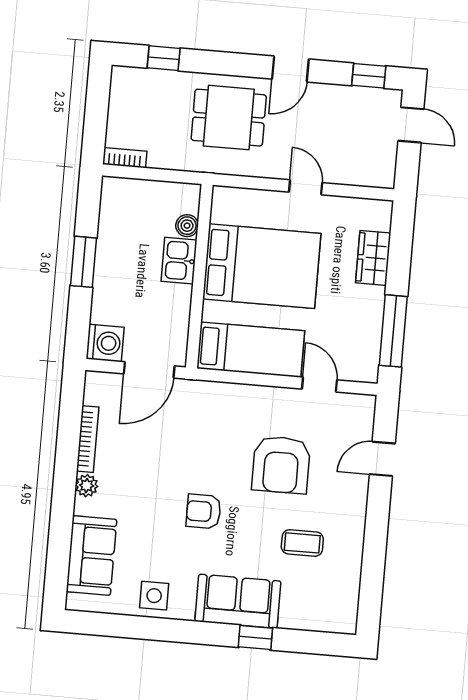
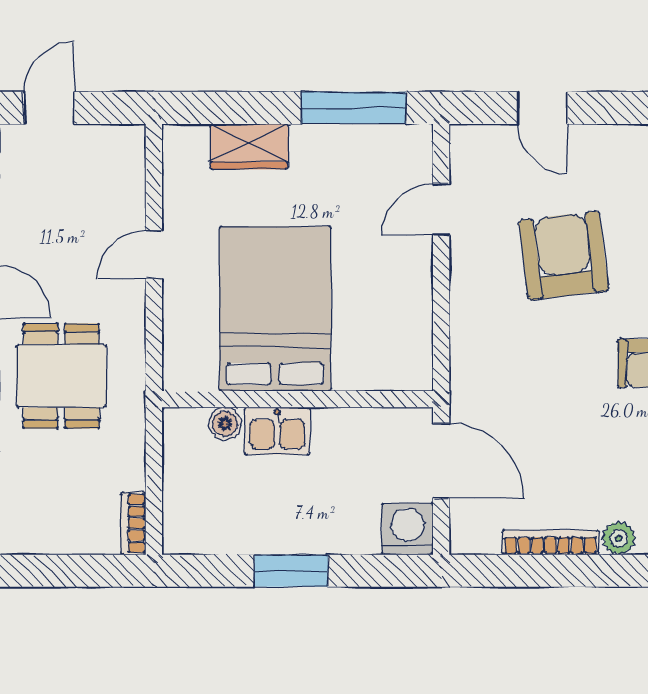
bed: (251, 350) -> (399, 315), removed
armchair: (281, 465) -> (564, 256), turned -97

